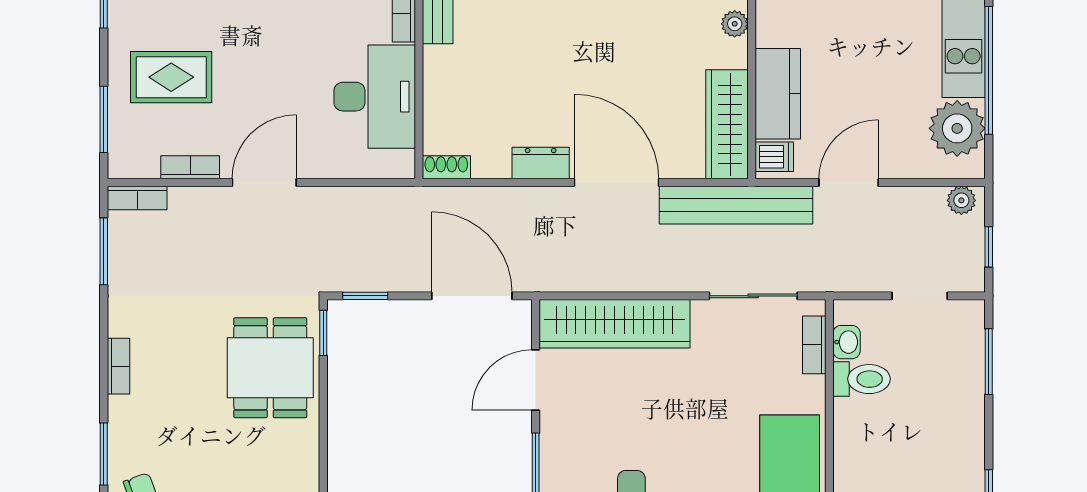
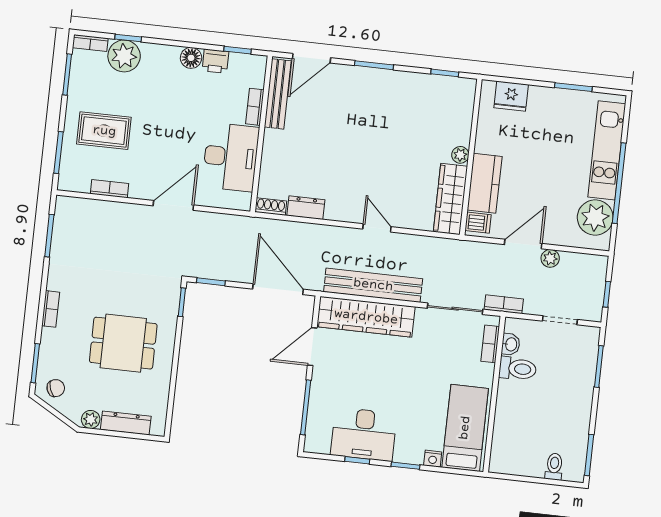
plant: (735, 24) -> (460, 155), moved
dresser: (541, 163) -> (306, 208), moved
door: (264, 183) -> (173, 205), moved
door: (617, 183) -> (377, 228), width x0.53
bookcase: (137, 198) -> (504, 304), moved, turned 180
plant: (961, 200) -> (550, 258), moved
bench: (736, 205) -> (373, 285), moved
dining table: (270, 368) -> (123, 343), moved, turned 90

